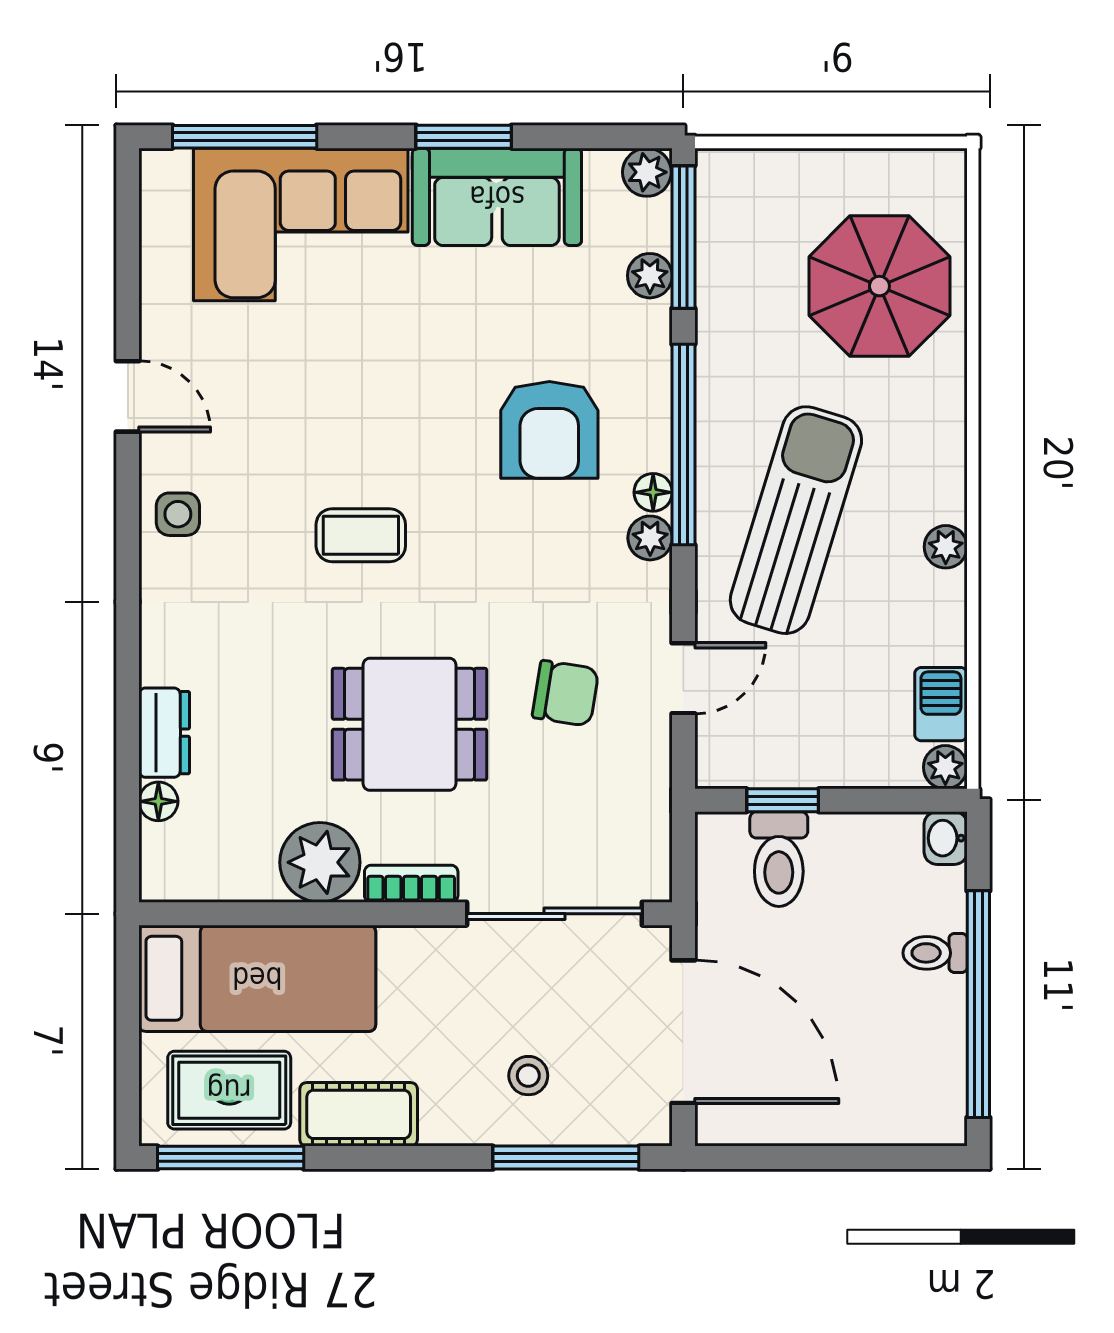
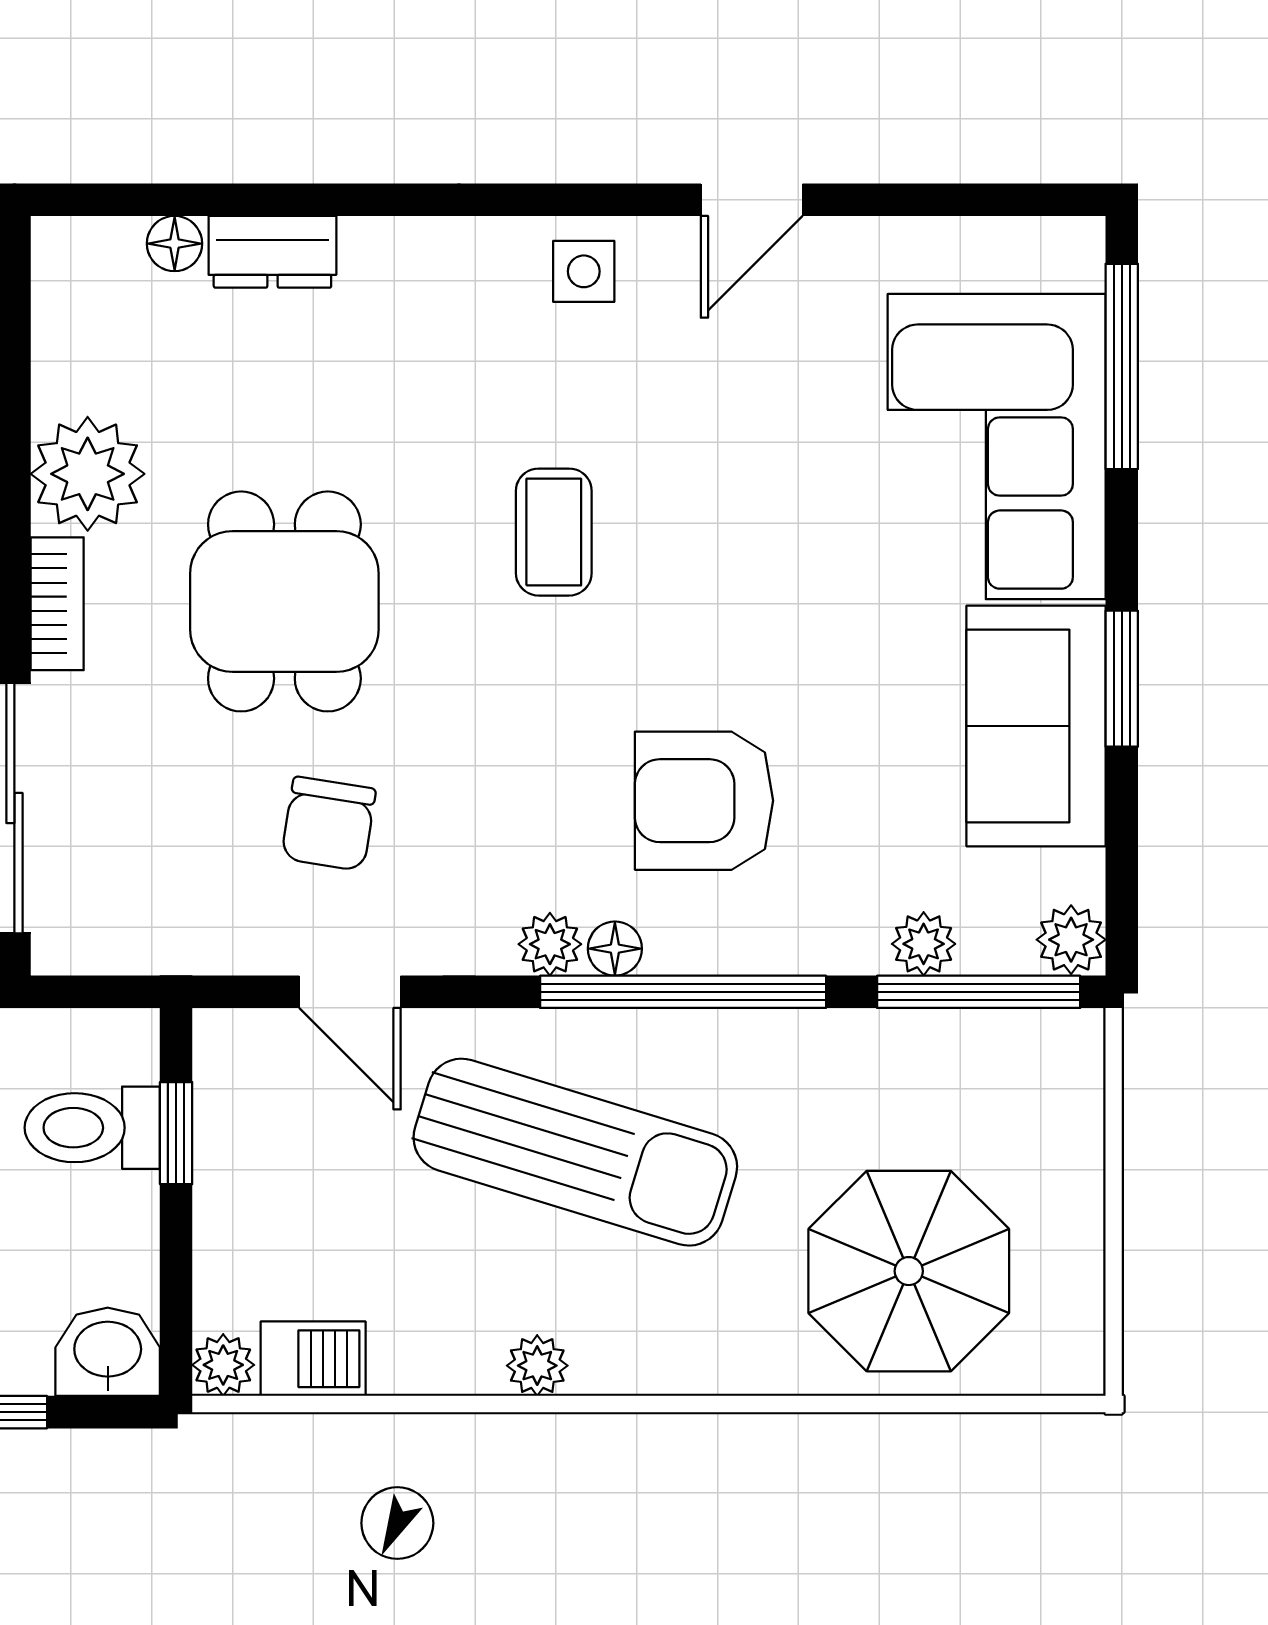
washbasin: (946, 838) -> (108, 1352), width x1.38, depth x1.45

